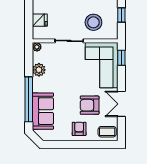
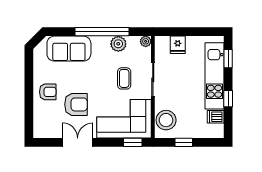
stool: (93, 22) -> (166, 120), moved
window: (29, 99) -> (102, 32), moved
armchair: (90, 105) -> (76, 104), turned 90
coffee table: (107, 132) -> (124, 78), moved

